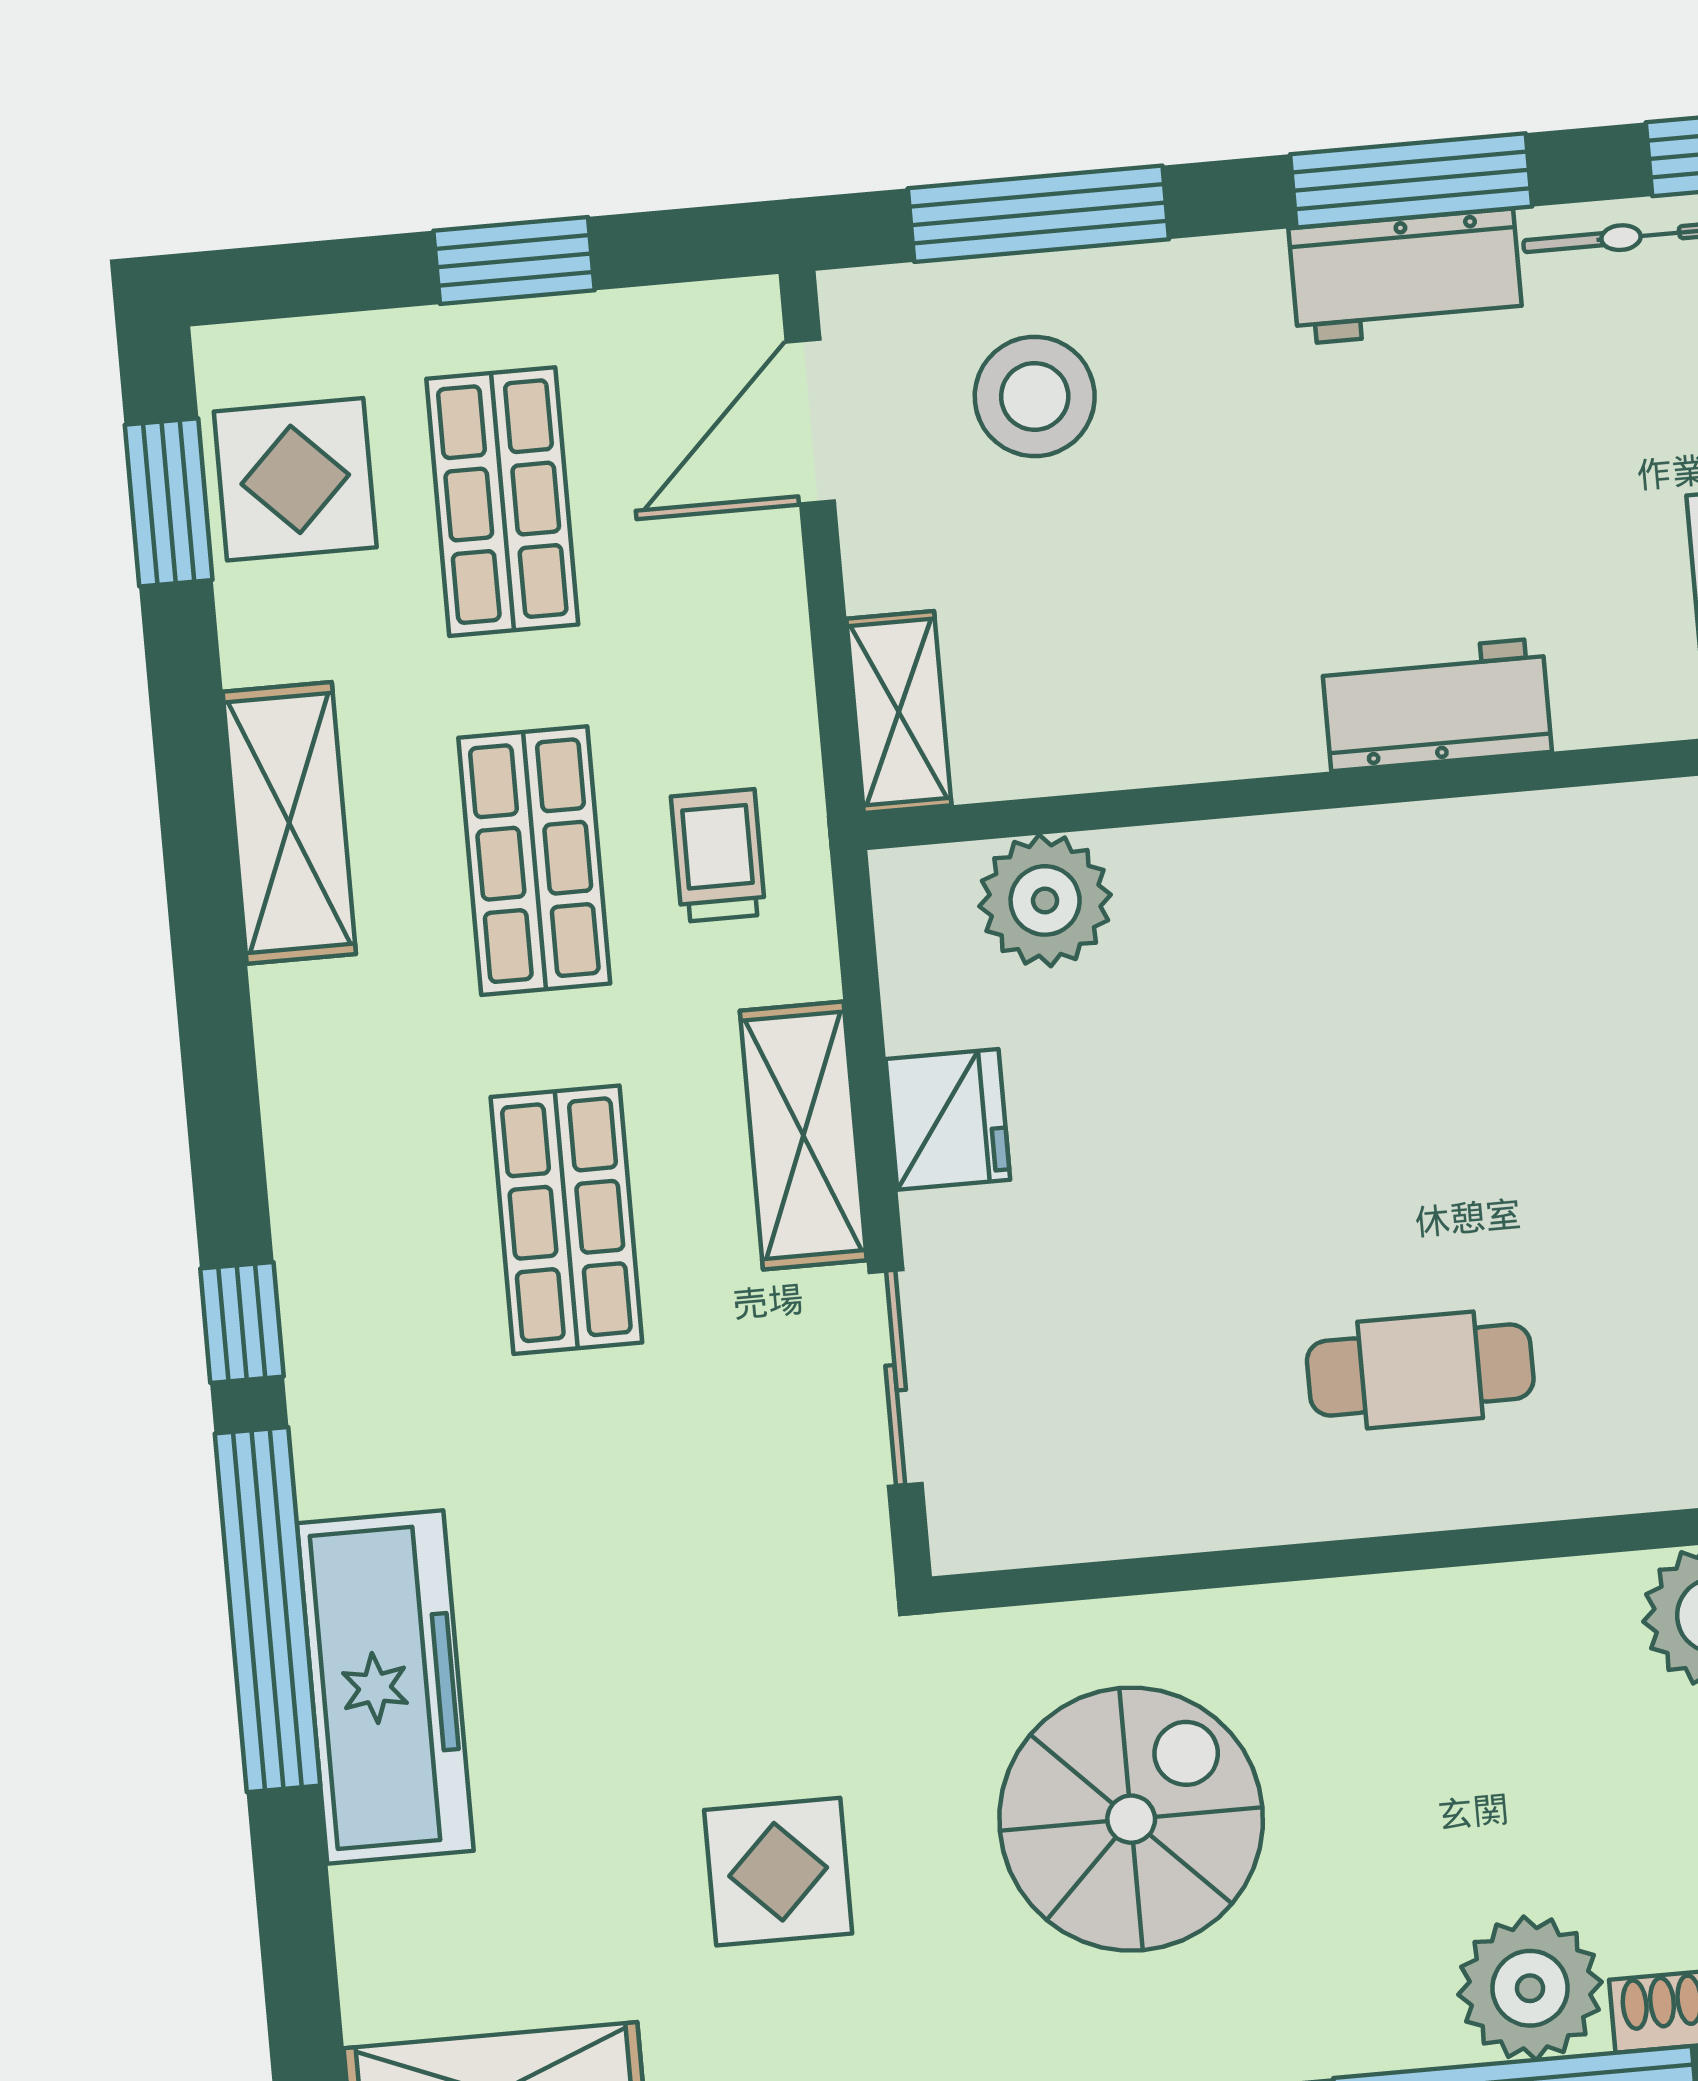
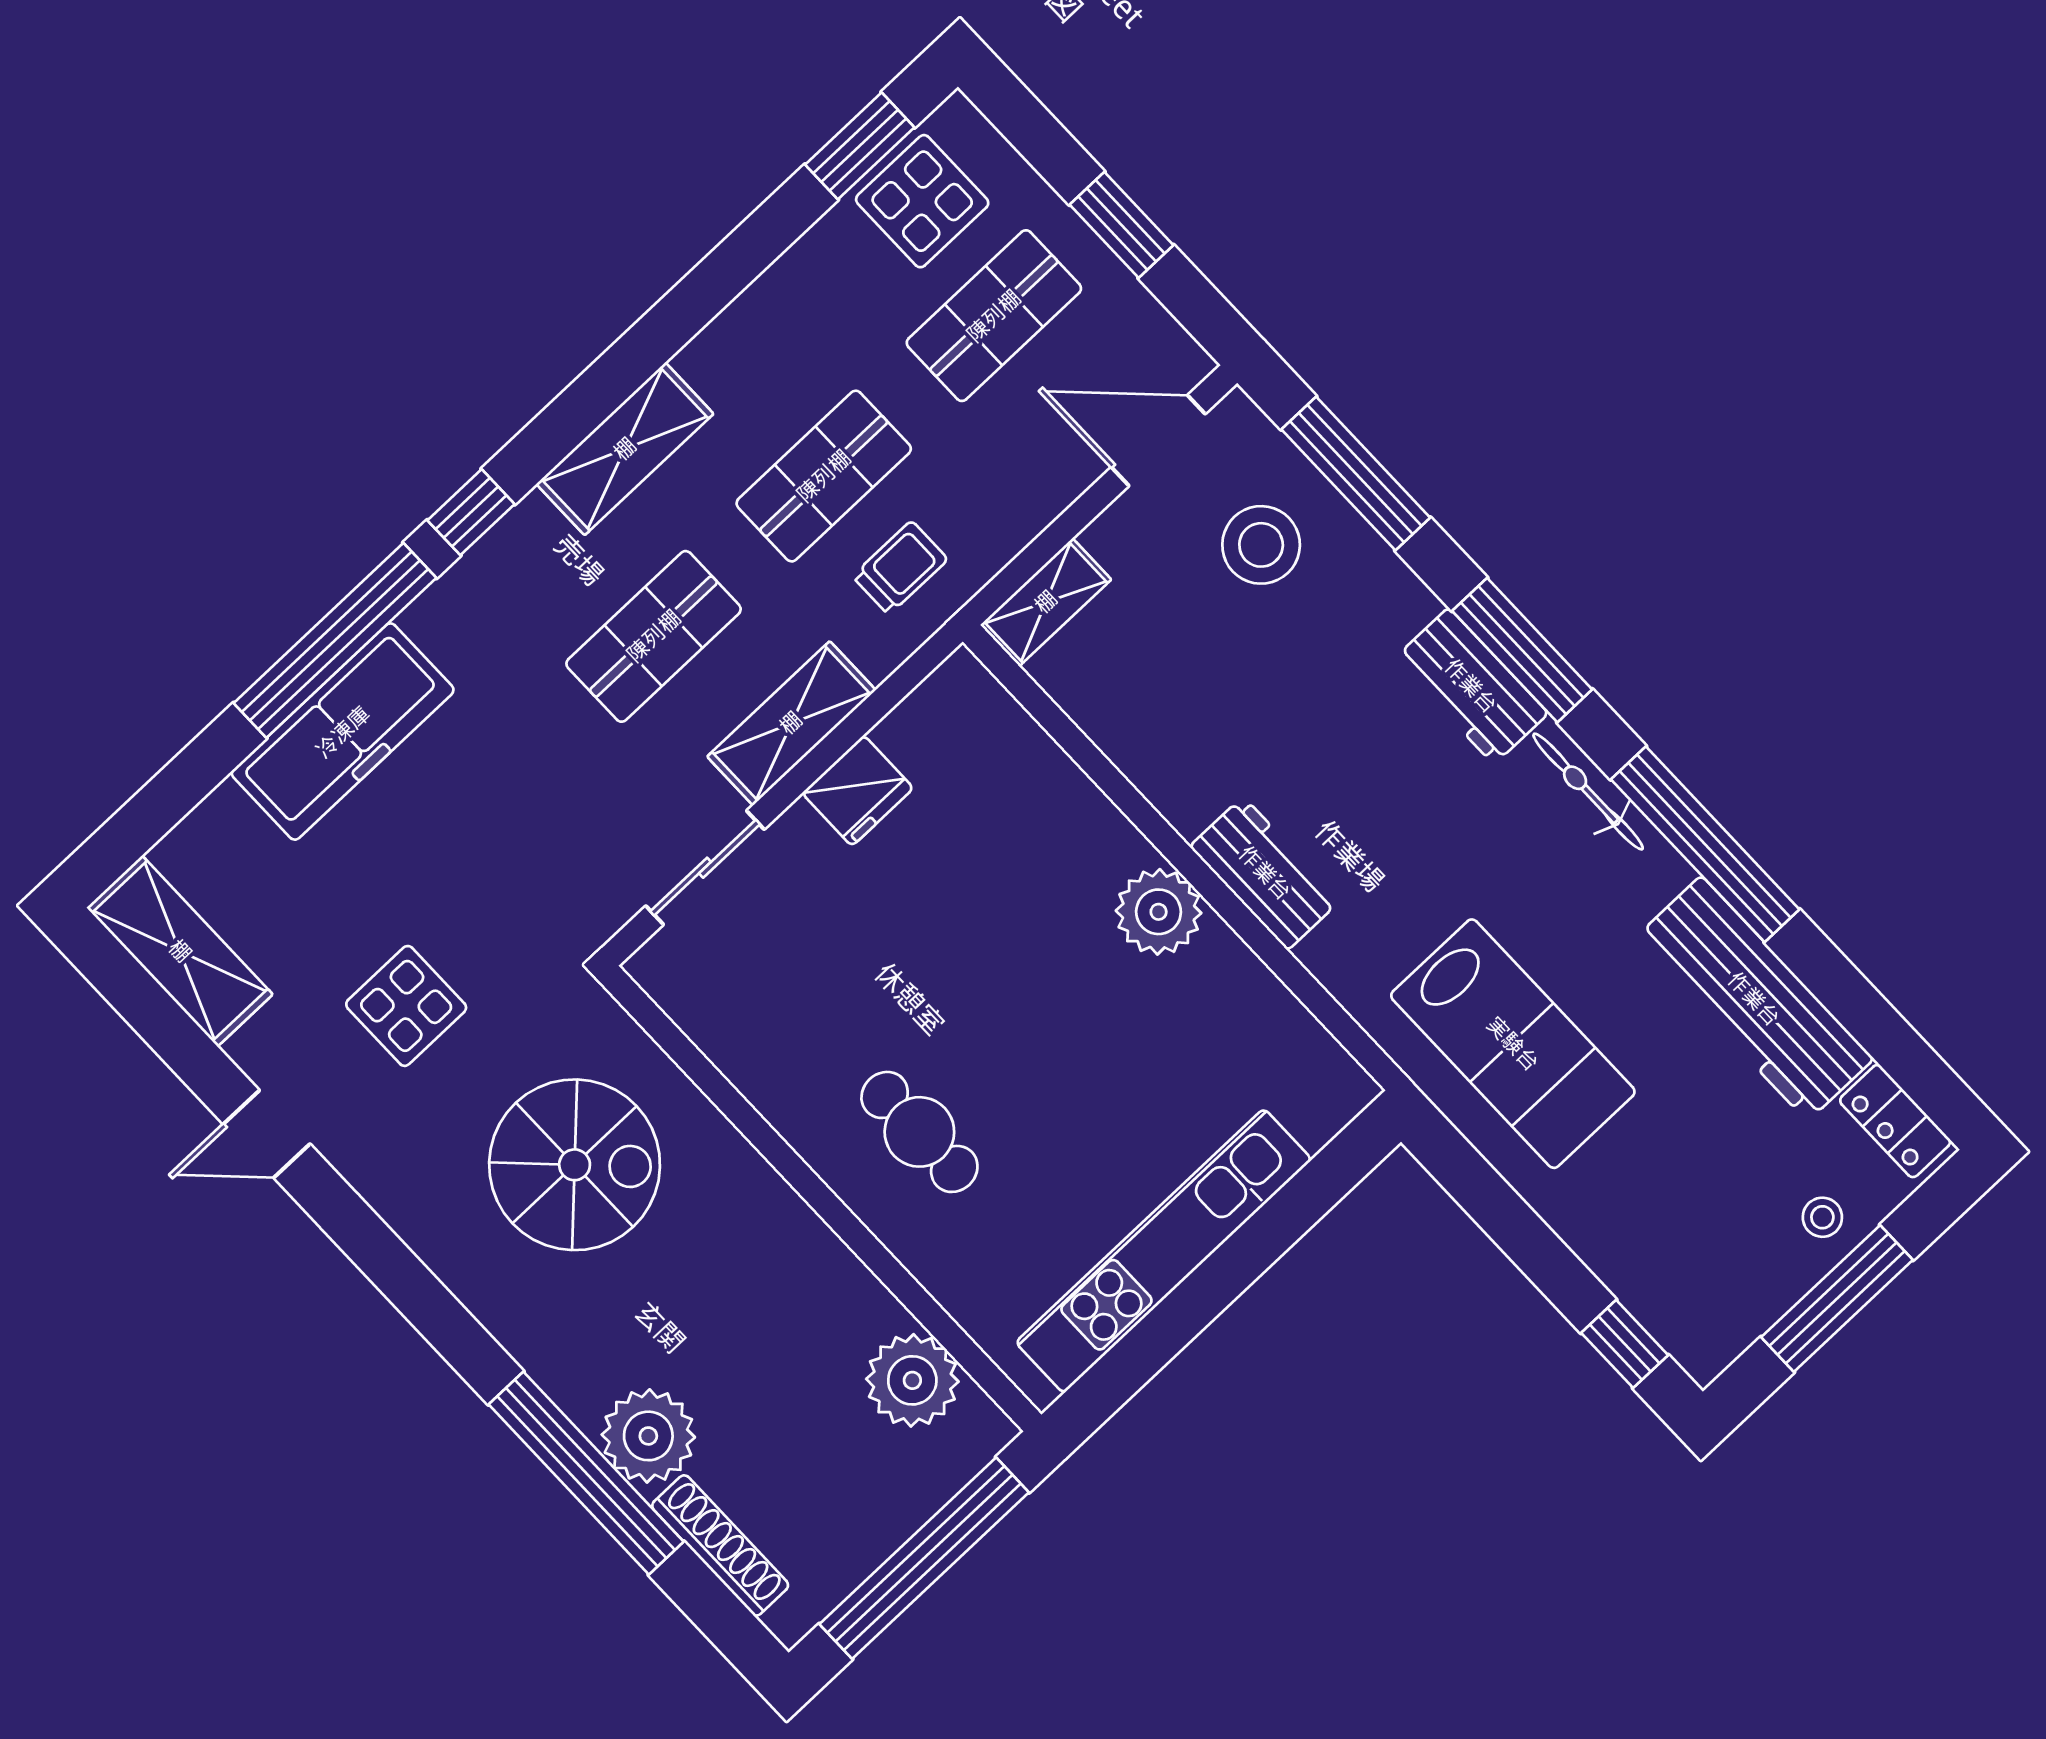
shelving: (289, 823) -> (625, 449), moved
plant: (1045, 900) -> (1159, 912), moved

